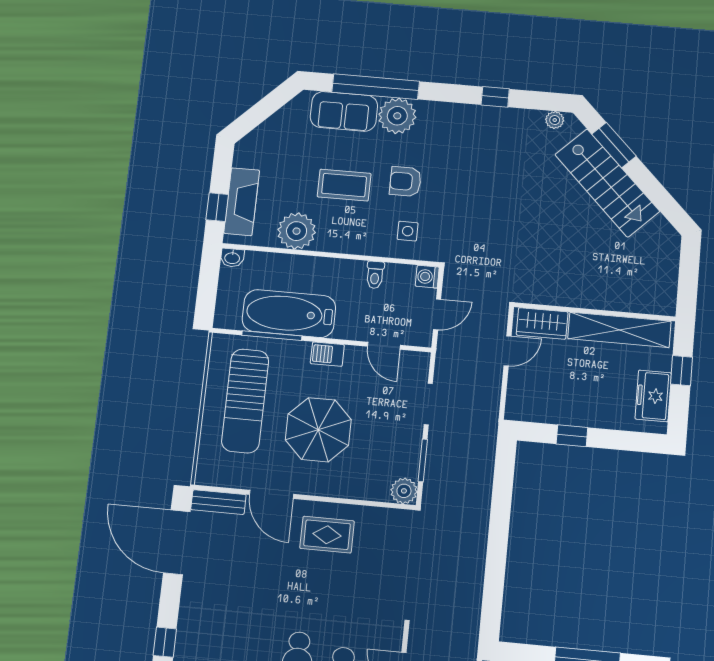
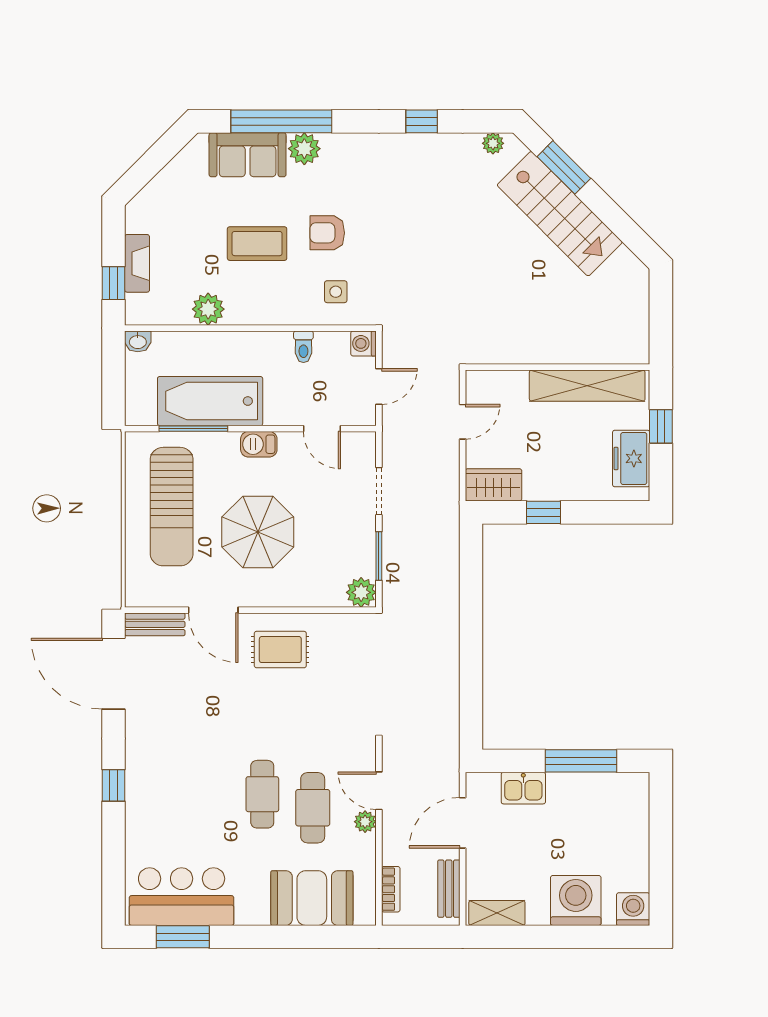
plant: (397, 116) -> (304, 149), width x0.73, depth x0.73
fireplace: (242, 202) -> (137, 263), width x0.73, depth x0.76
plant: (297, 231) -> (208, 309), width x0.73, depth x0.73
wardrobe: (542, 323) -> (494, 485), moved, turned 180

